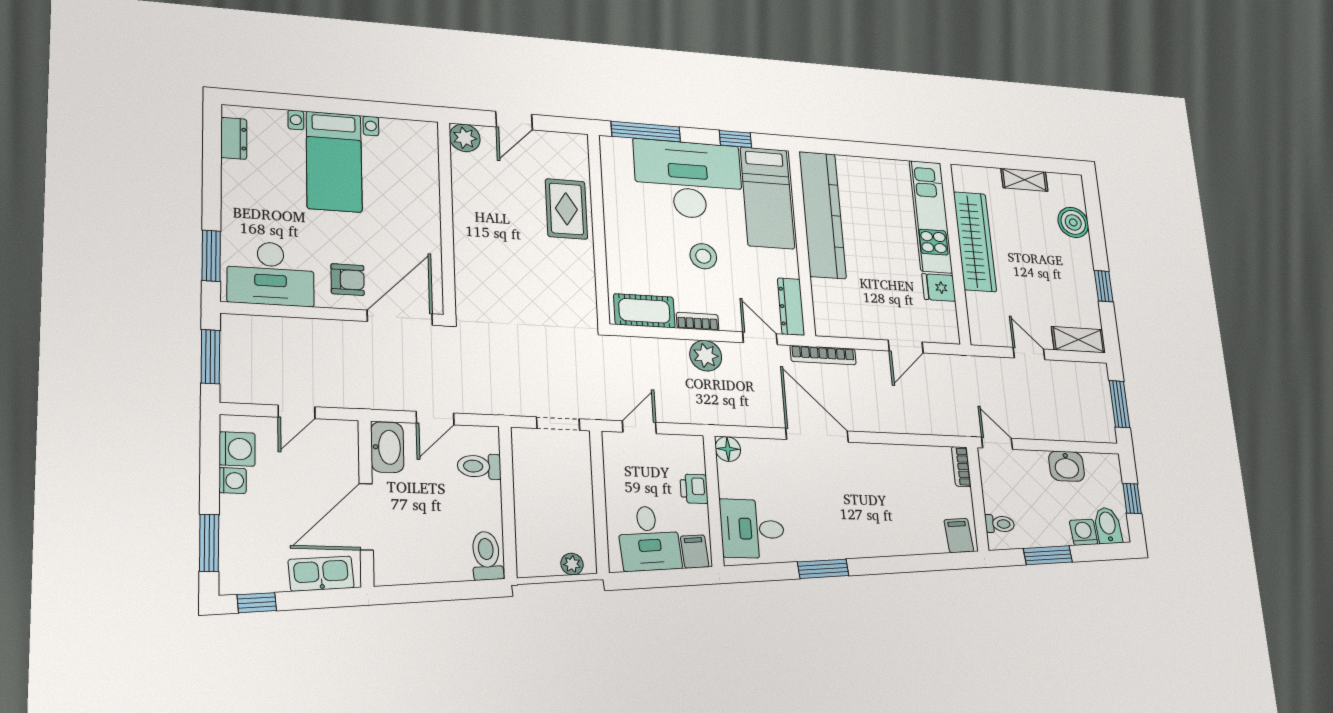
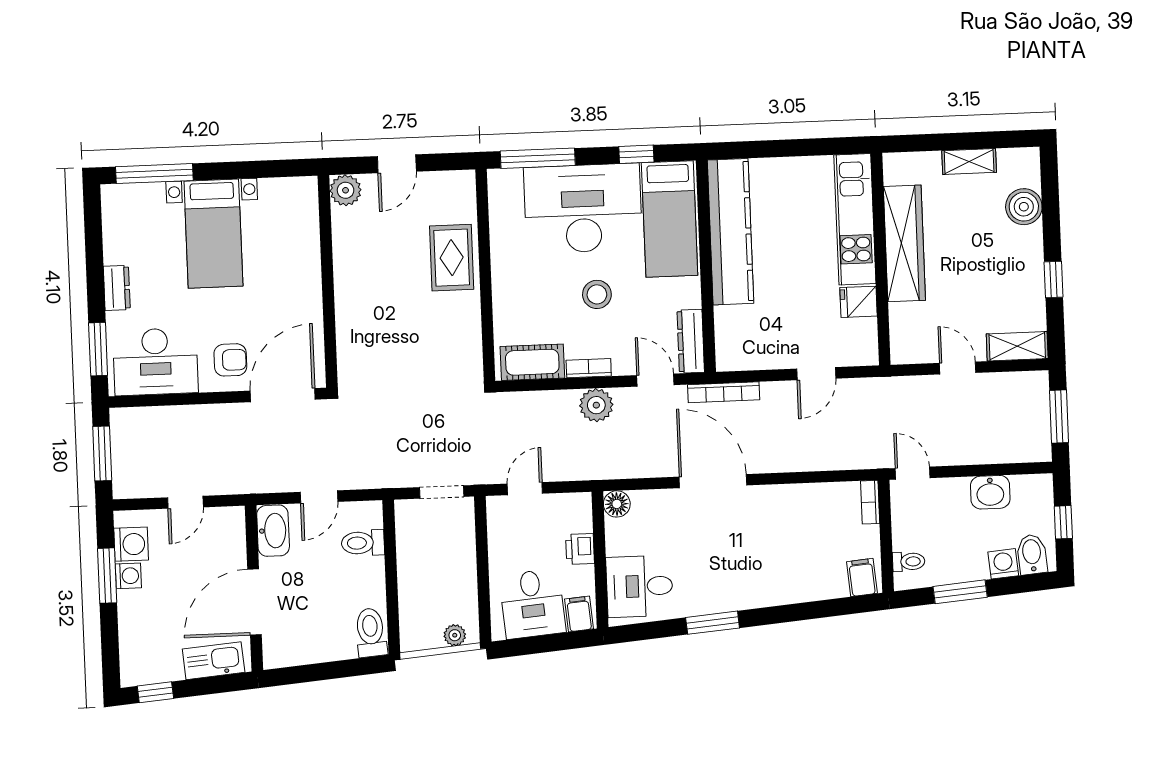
window: (277, 101) -> (154, 174), added
dresser: (234, 138) -> (117, 288), moved
window: (209, 543) -> (107, 576), moved

